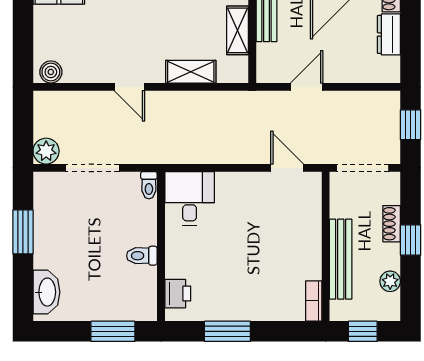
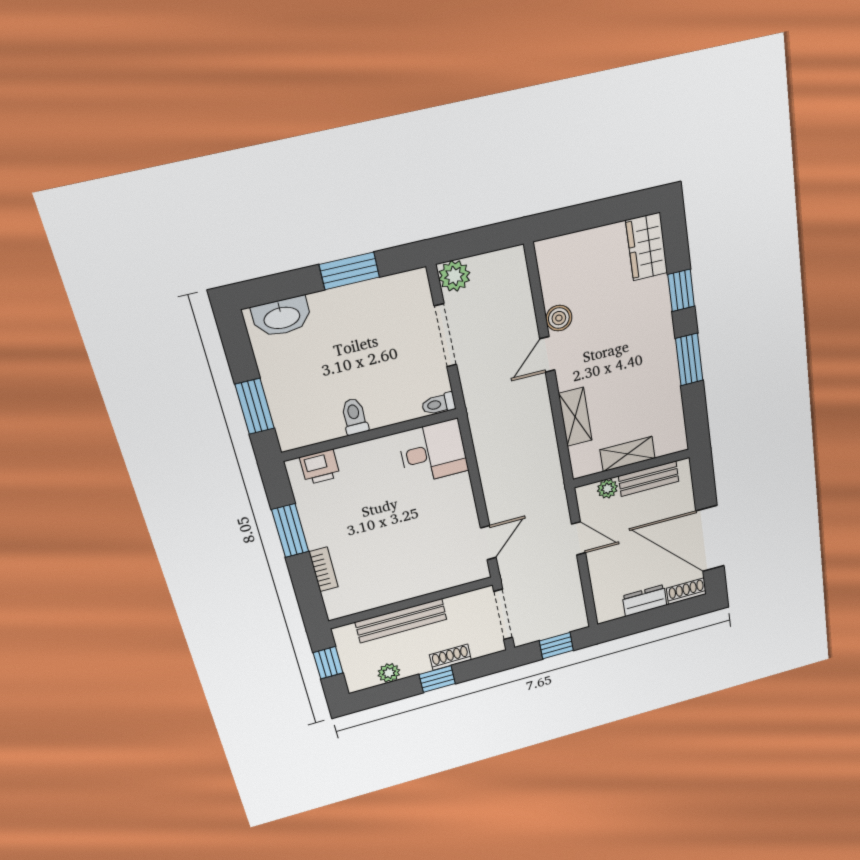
plant: (266, 53) -> (607, 489), added
boiler: (51, 72) -> (559, 318), moved
bookcase: (314, 301) -> (324, 569), moved, turned 90

